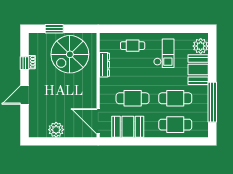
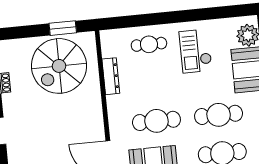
window: (54, 29) -> (63, 28), moved
checkout: (164, 53) -> (196, 51), turned 180

